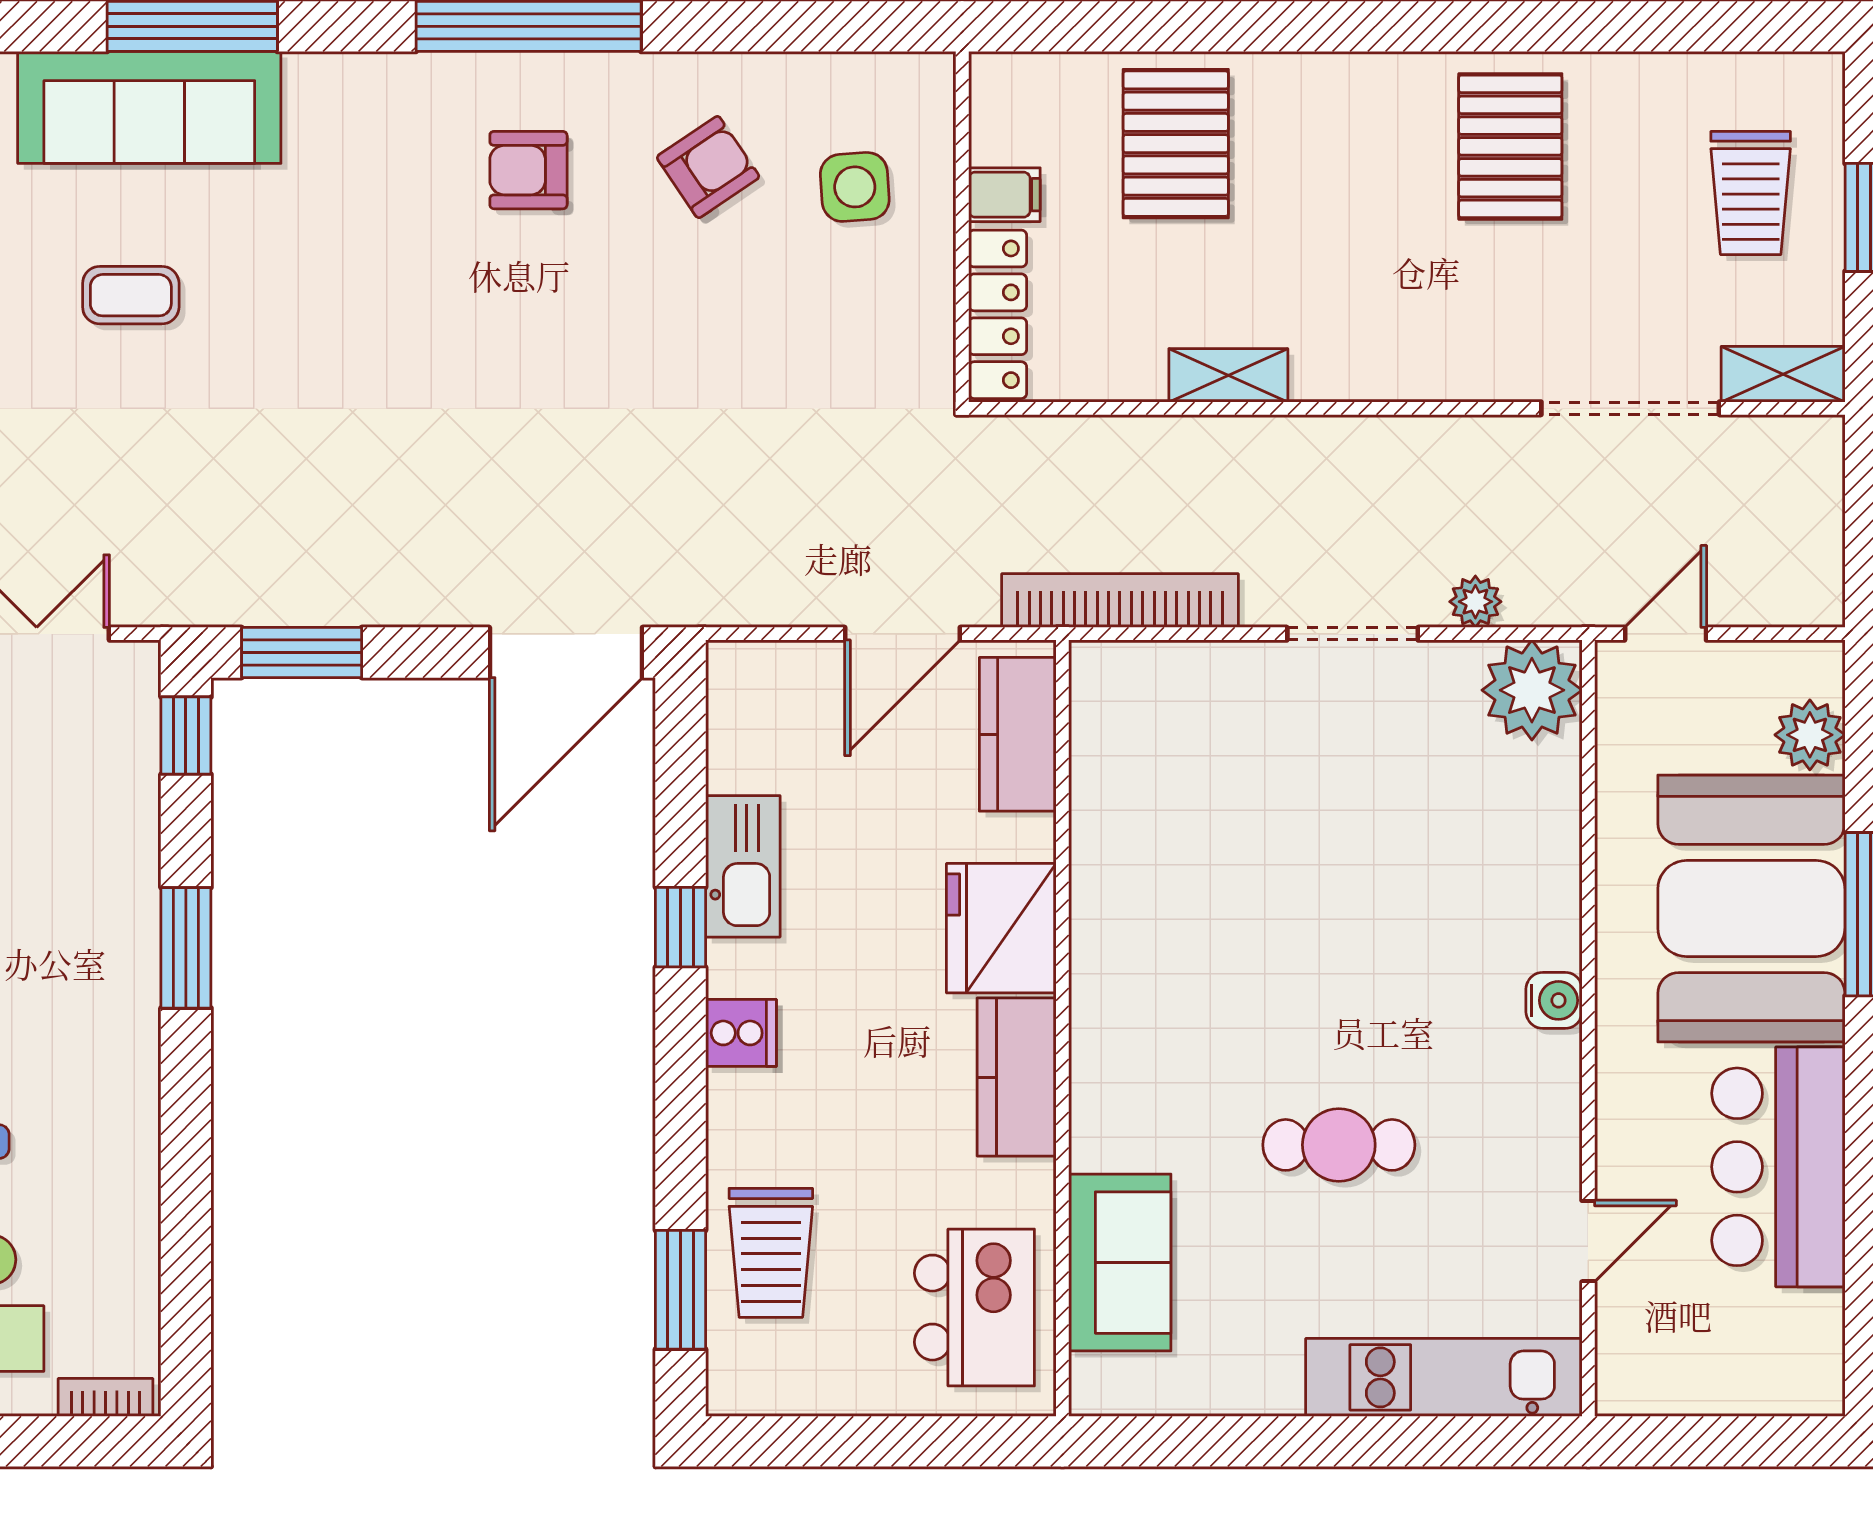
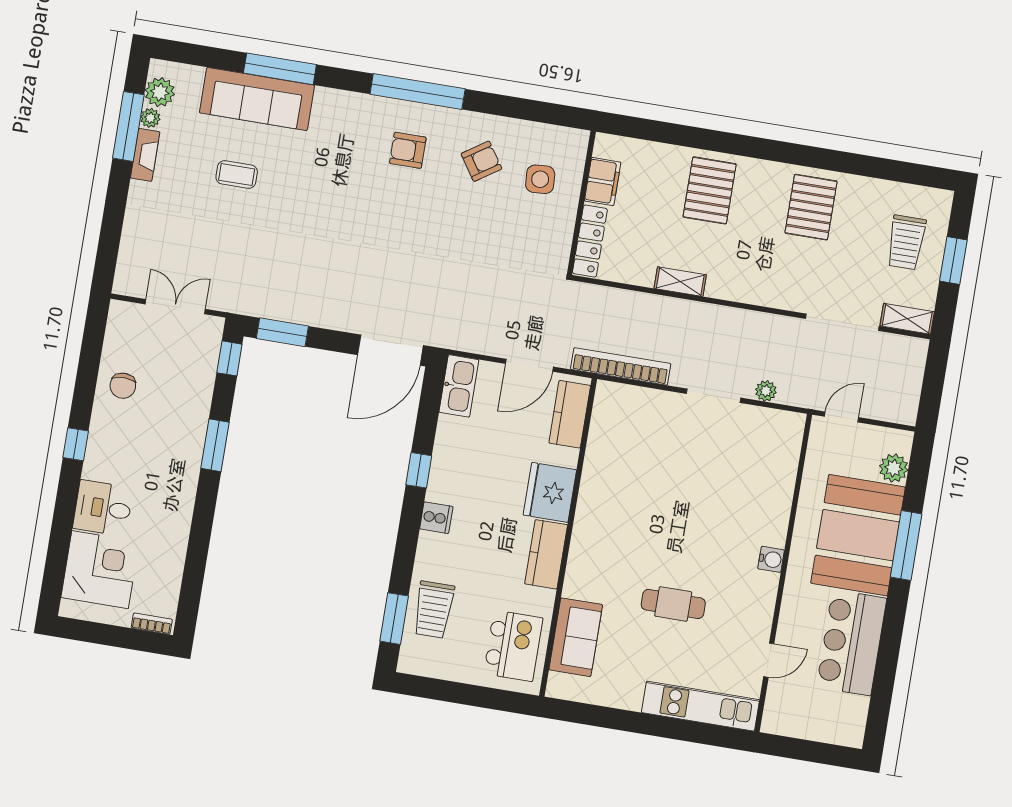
pallet: (1176, 144) -> (710, 190), moved
filing cabinet: (1004, 195) -> (603, 182), width x2.00
plant: (1532, 690) -> (783, 431), removed
kitchen sink: (743, 866) -> (459, 386), moved

